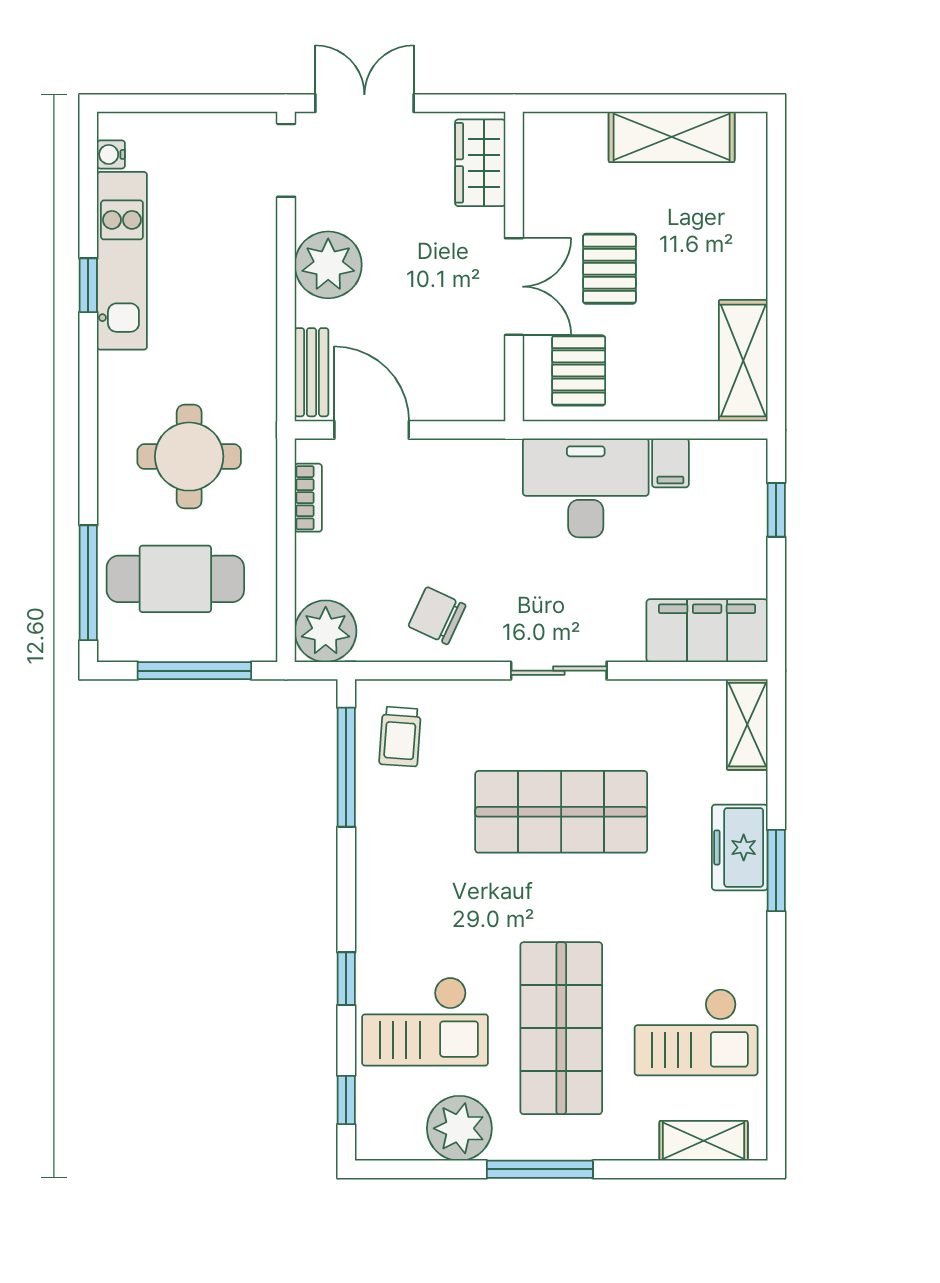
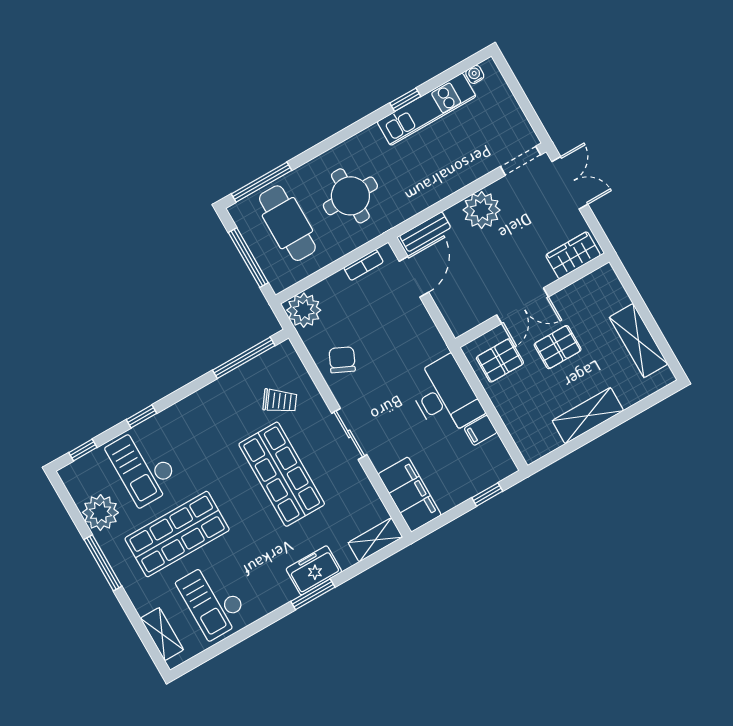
shelving: (743, 361) -> (588, 416), moved
trolley: (400, 737) -> (280, 401), moved, turned -148

